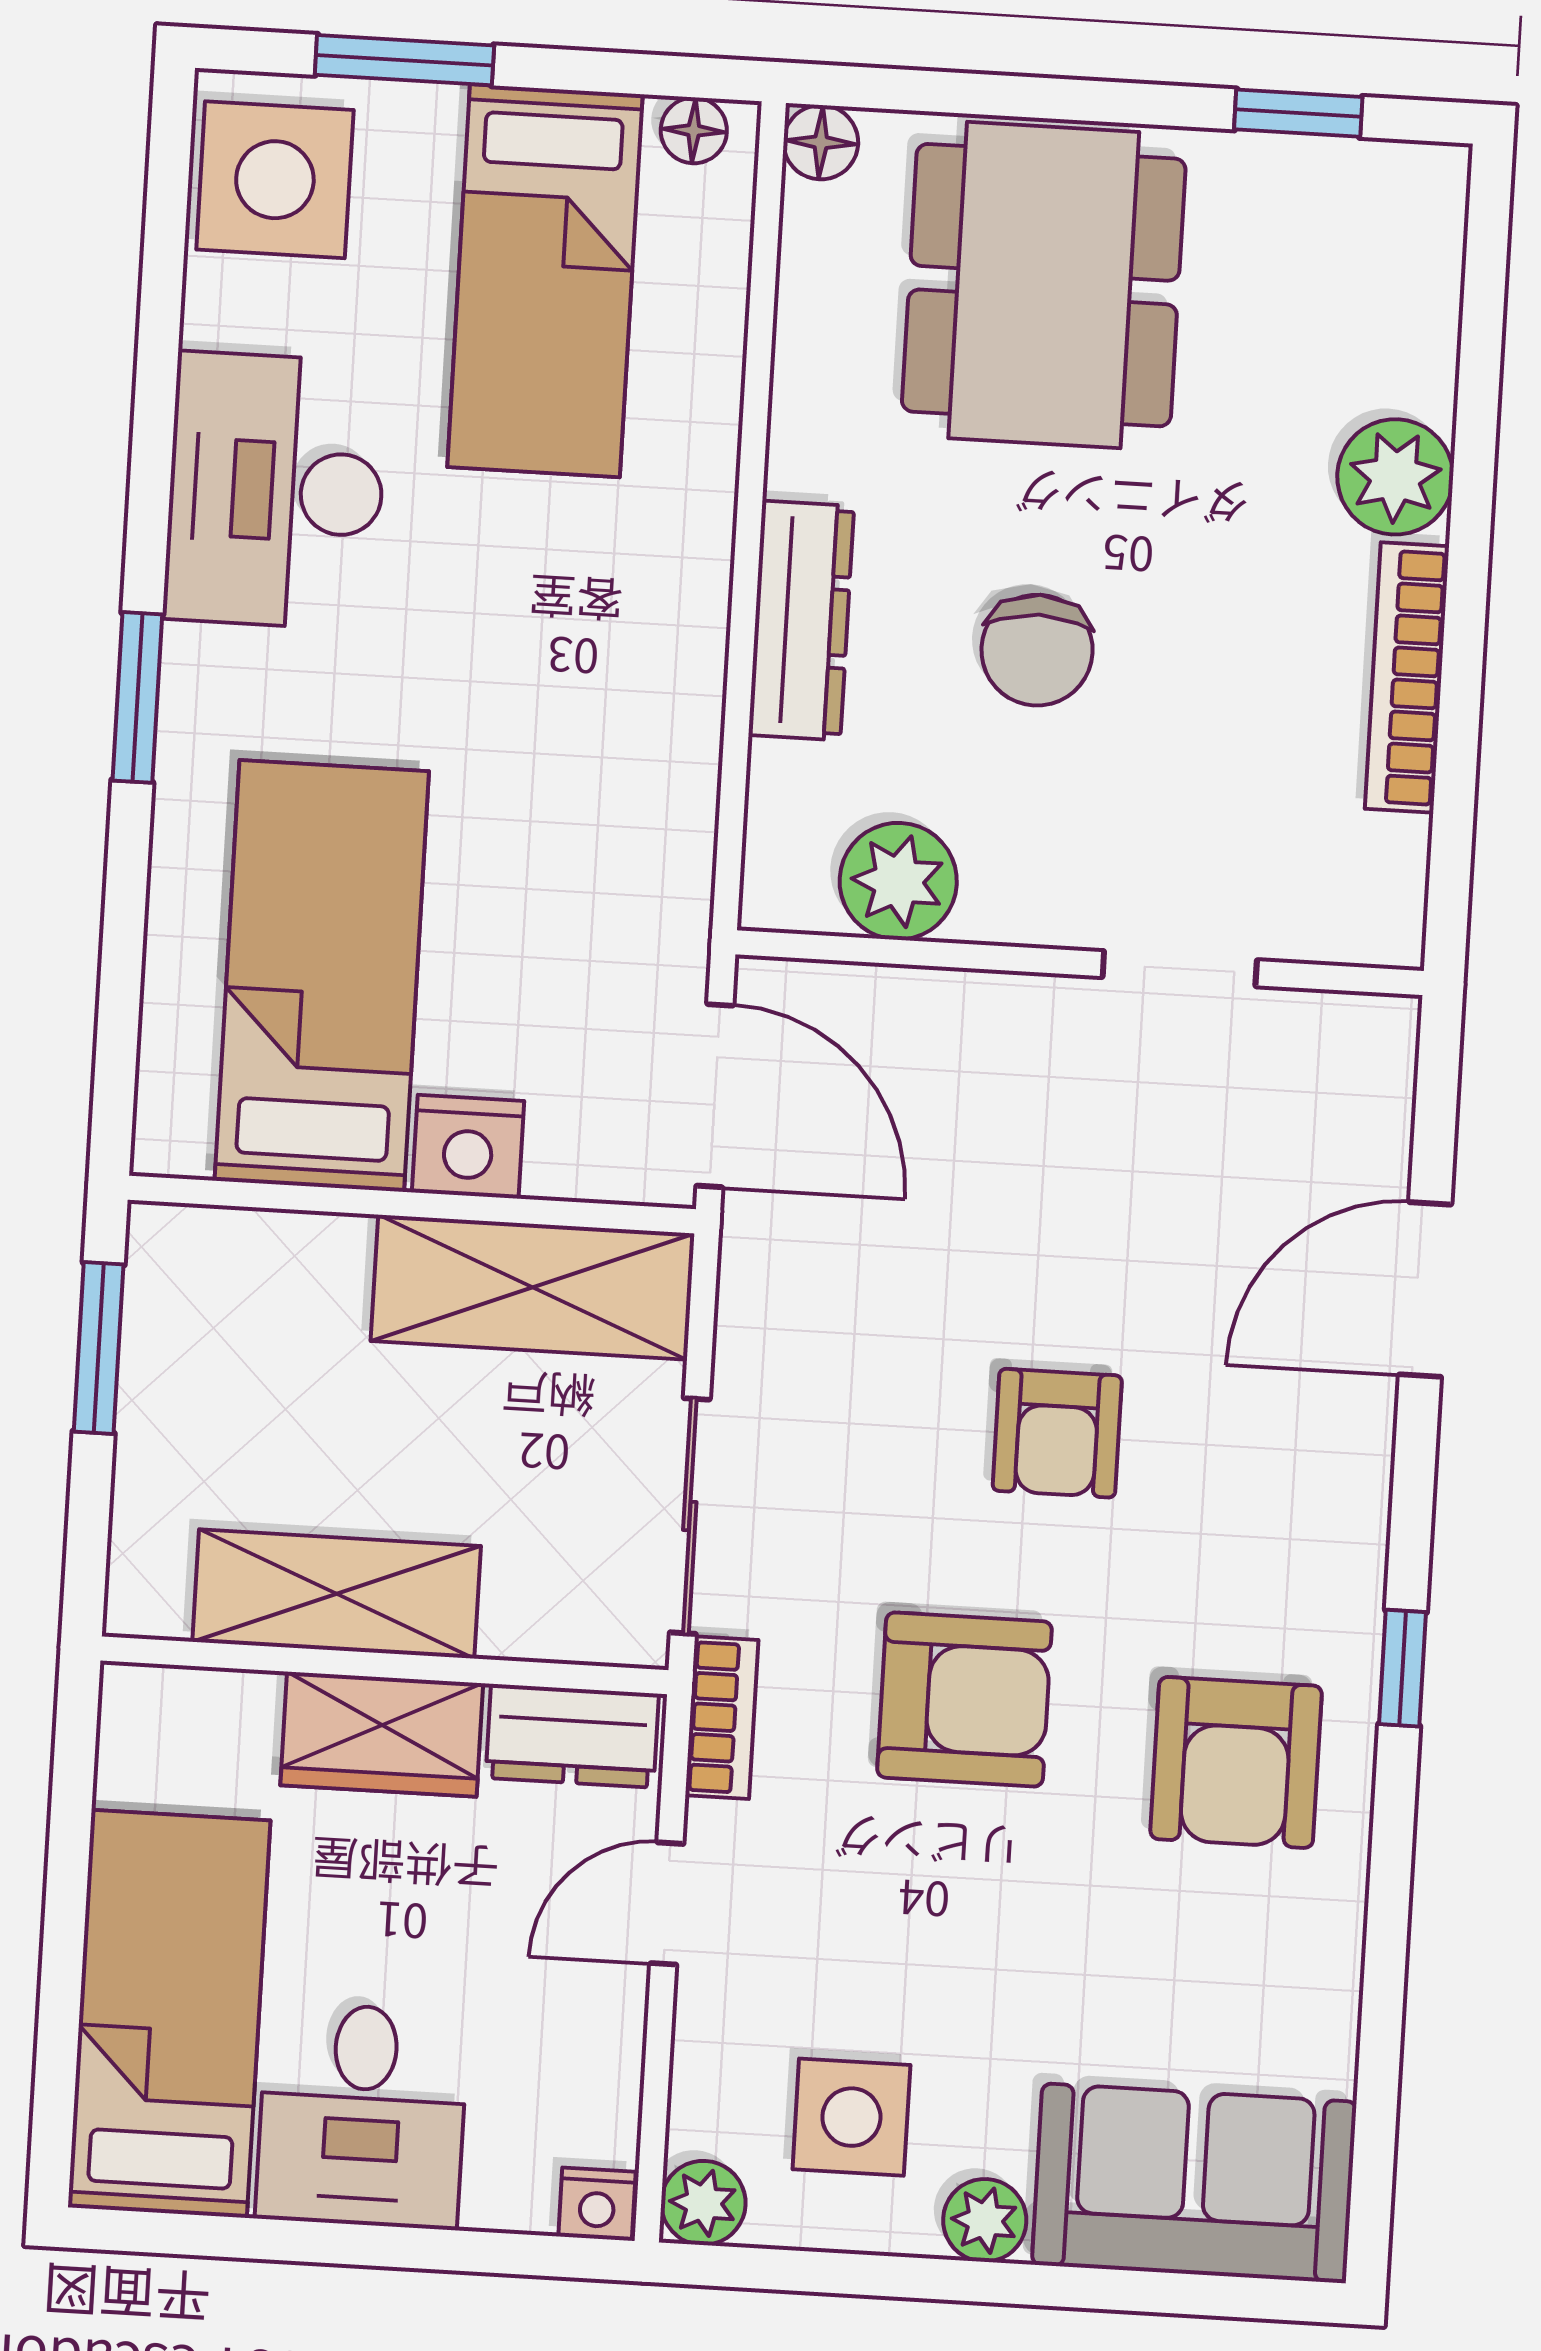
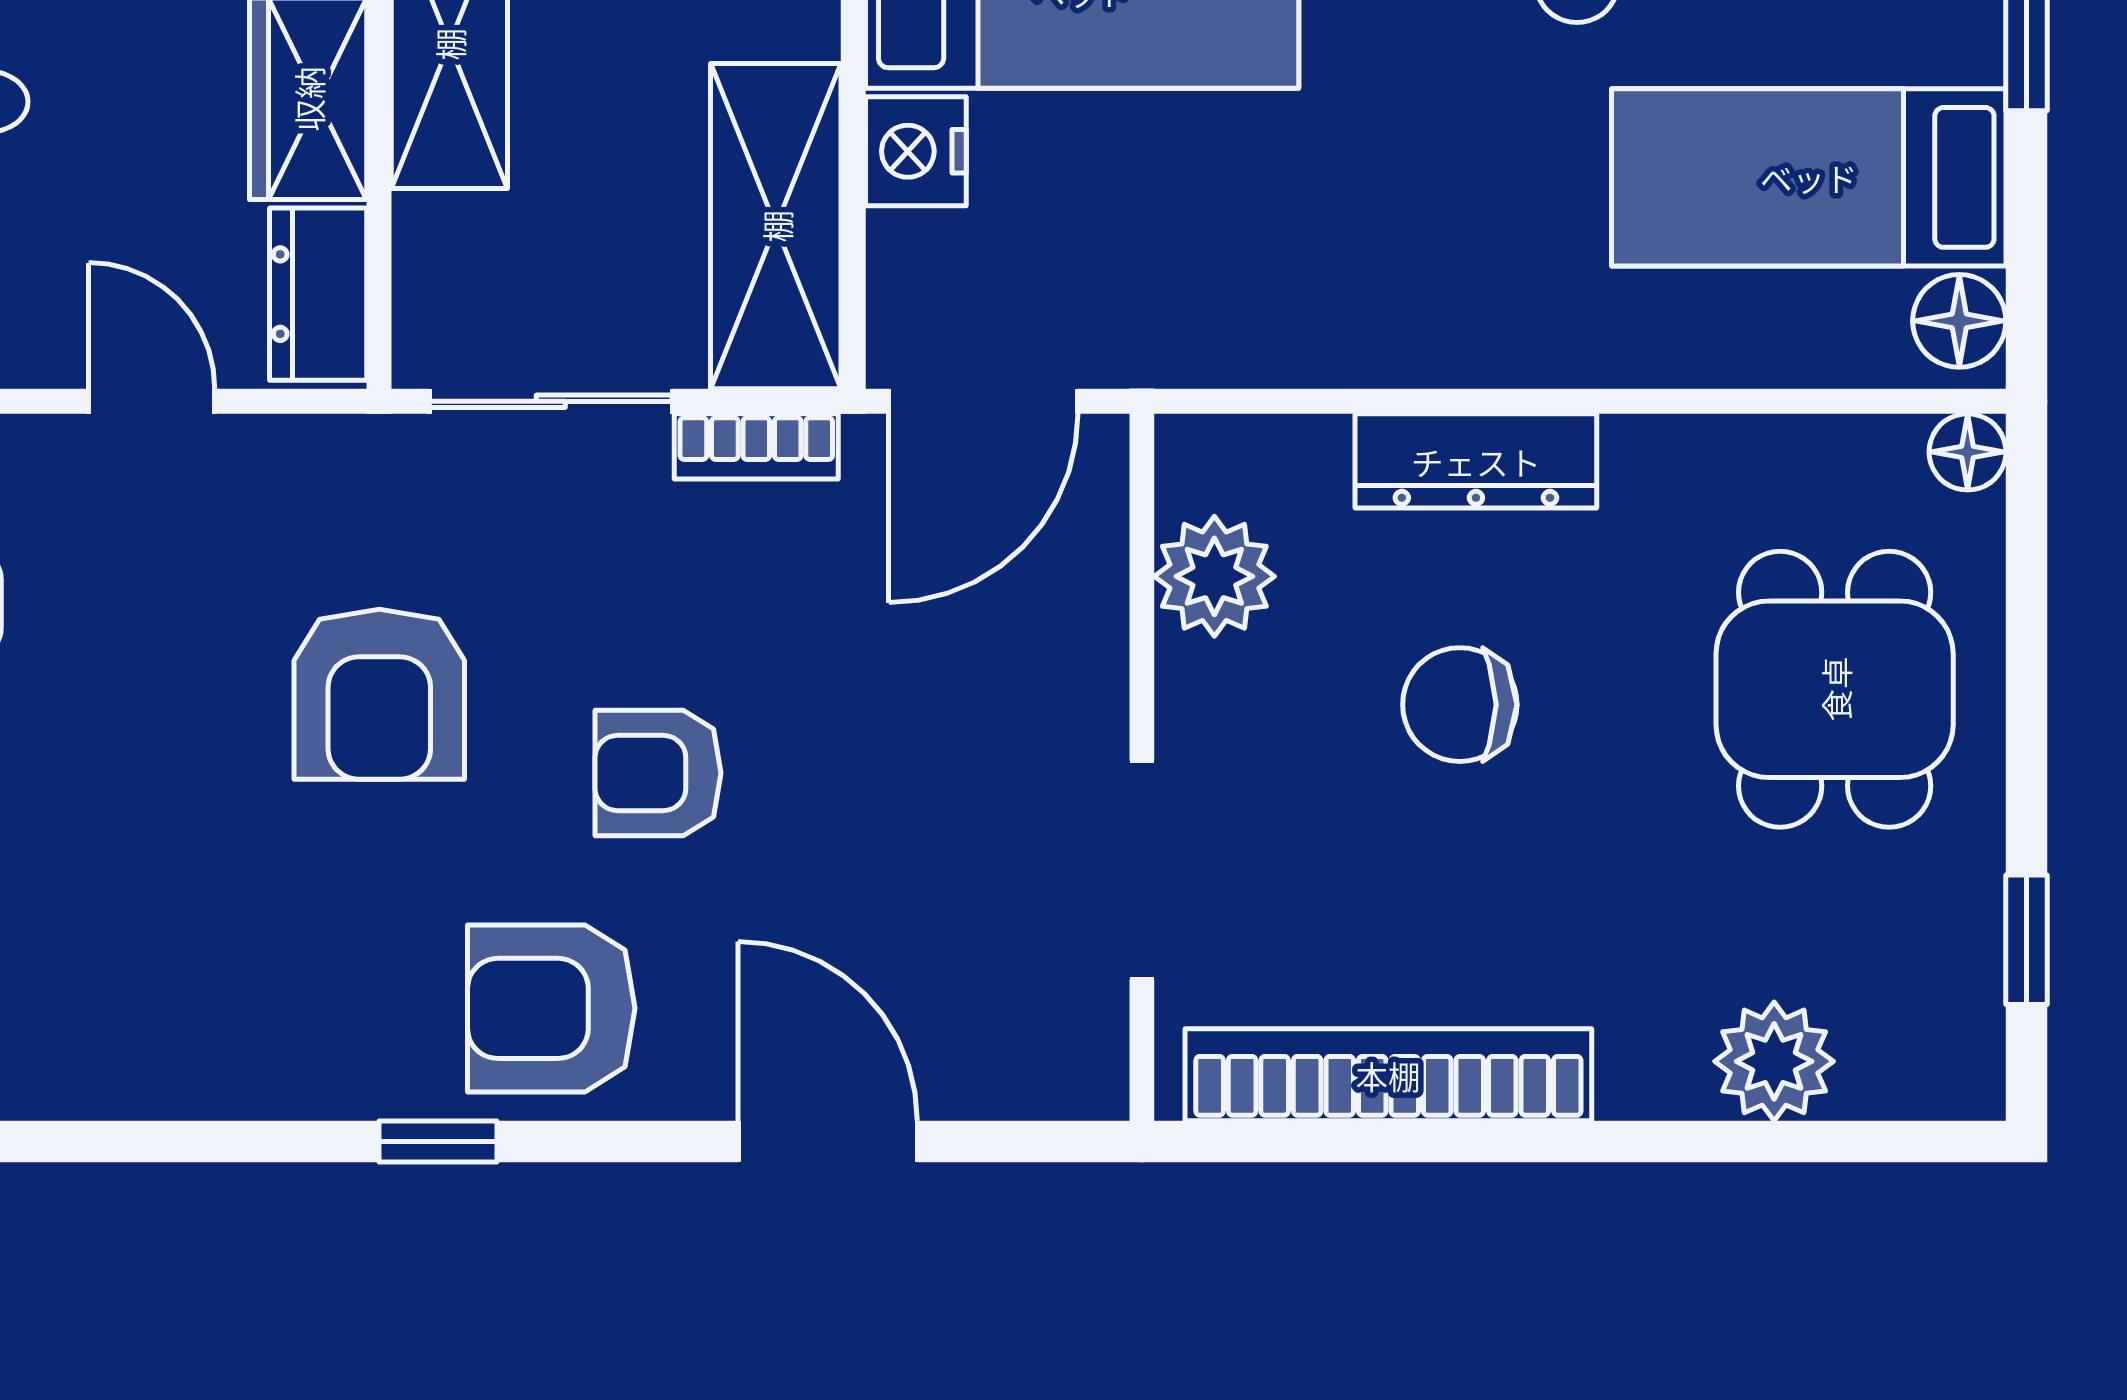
floor lamp: (694, 130) -> (1959, 321), width x1.37, depth x1.37
dining table: (1044, 285) -> (1835, 689), width x0.73
plant: (1395, 477) -> (1774, 1061), moved
bookcase: (1407, 677) -> (1388, 1075), width x1.48, depth x1.31
doorway: (1180, 969) -> (1142, 870), width x1.38
bookcase: (722, 1718) -> (756, 446), moved
armchair: (1236, 1762) -> (551, 1008), moved

